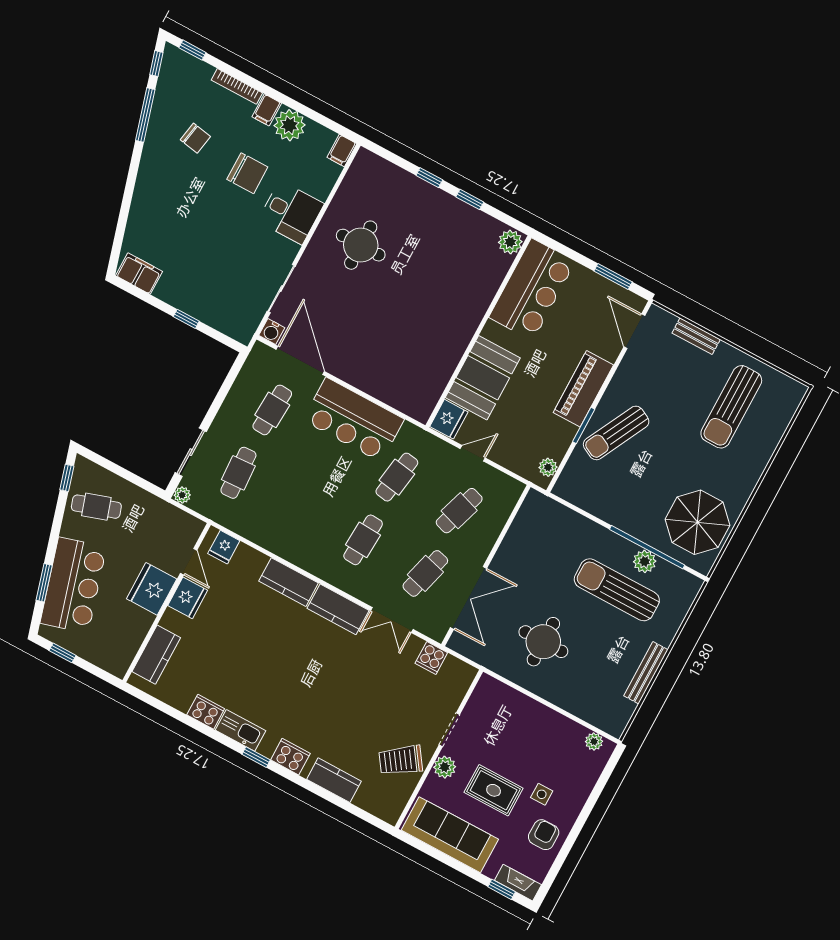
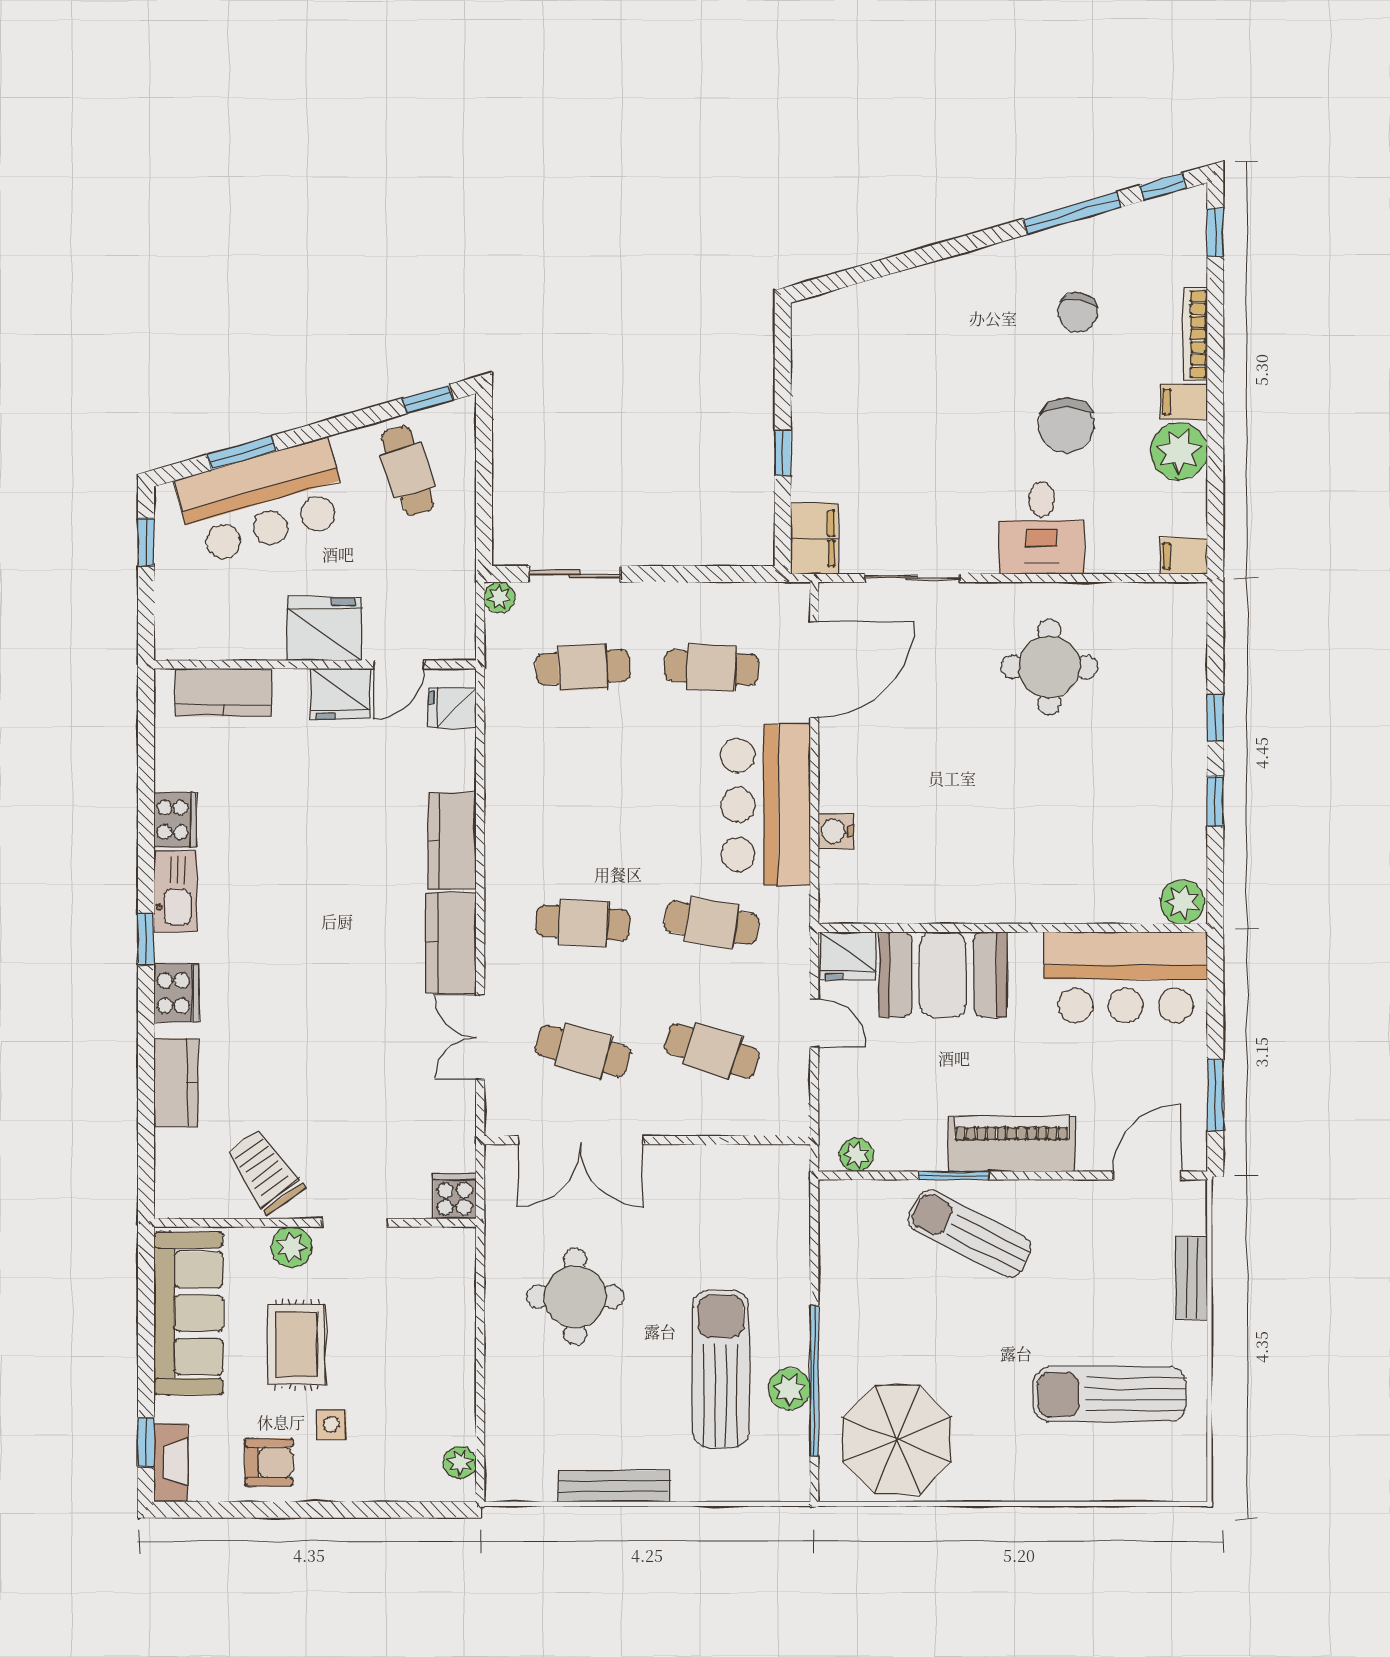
filing cabinet: (139, 274) -> (814, 538), moved
water cooler: (272, 332) -> (836, 831), moved
cooker: (431, 658) -> (455, 1196), moved, turned 90

